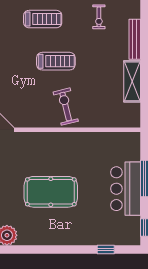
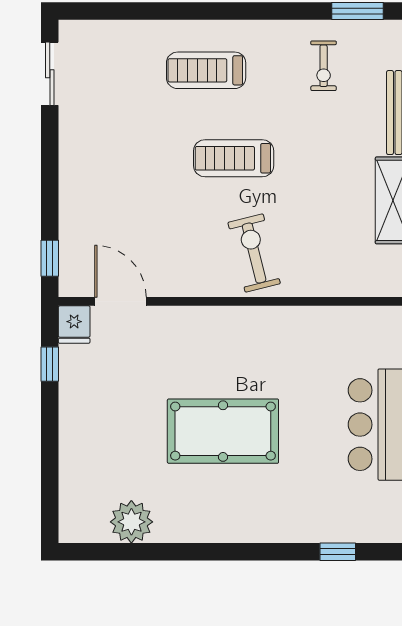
treadmill: (43, 19) -> (206, 70), turned 180
treadmill: (56, 61) -> (234, 158), turned 180

